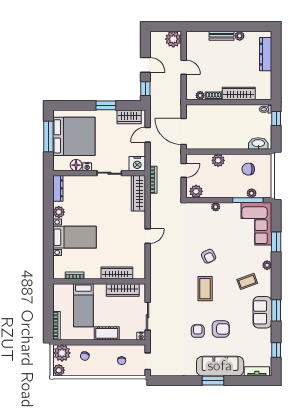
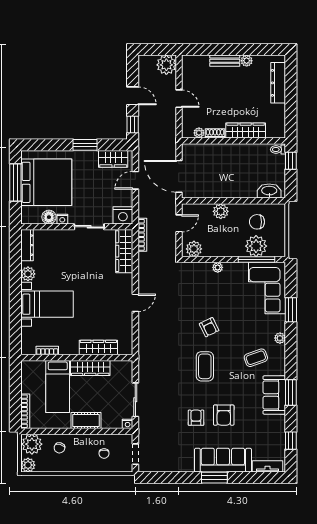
plant: (252, 193) -> (256, 246), width x1.88, depth x1.88
wardrobe: (123, 290) -> (90, 368), moved
armchair: (221, 329) -> (224, 415), turned 90

